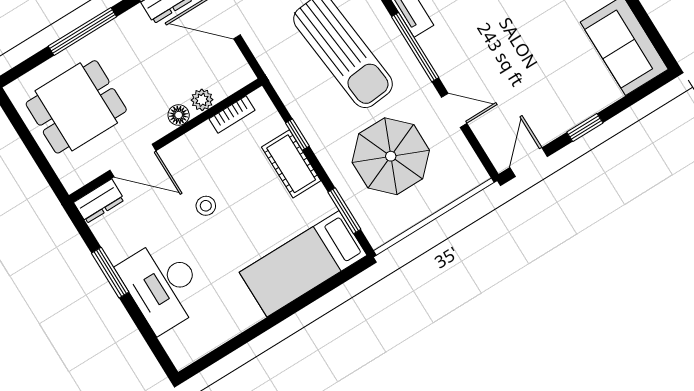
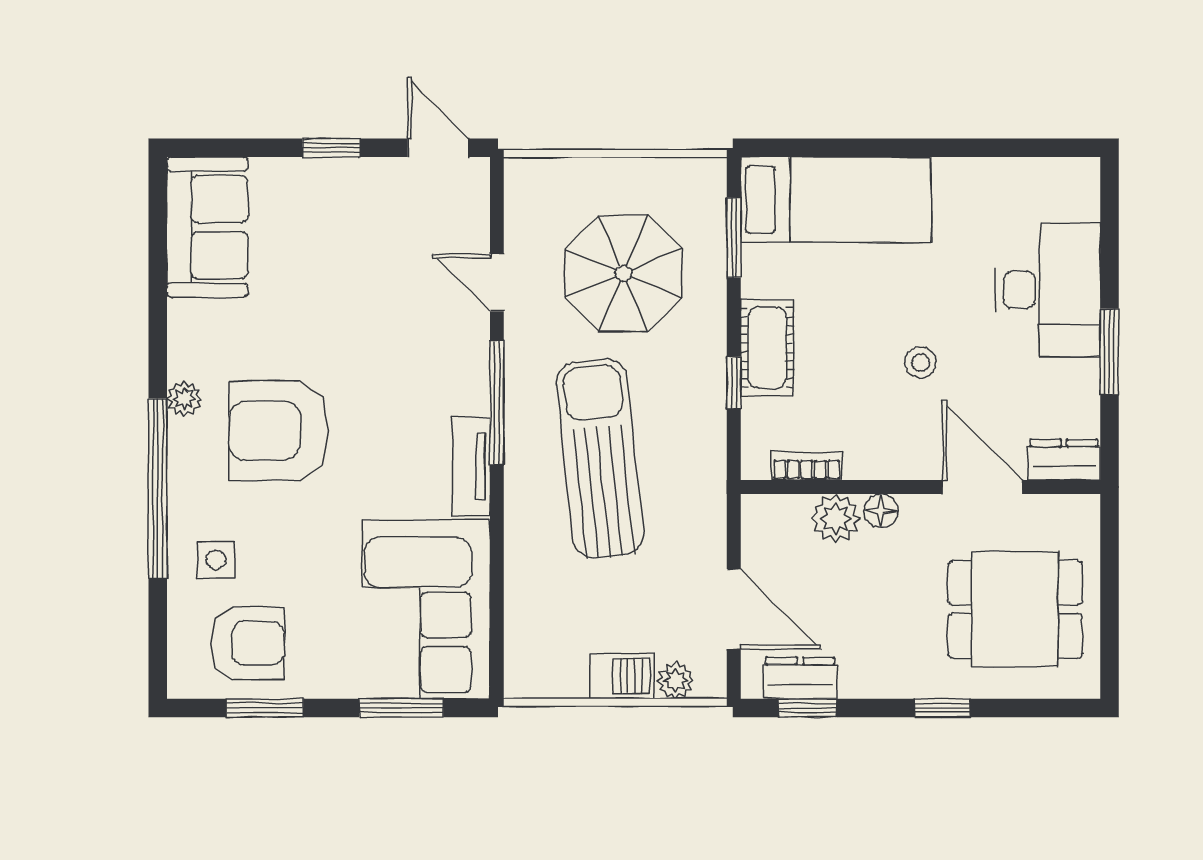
window: (82, 31) -> (942, 708), width x0.46
plant: (202, 100) -> (836, 519), width x1.38, depth x1.38
door: (529, 162) -> (438, 148), swing flipped

